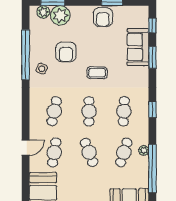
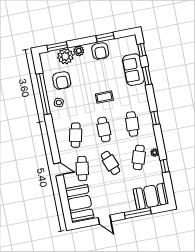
plant: (43, 12) -> (79, 51), moved
armchair: (66, 52) -> (62, 80), moved
door: (26, 148) -> (58, 169), hinge flipped
window: (152, 169) -> (165, 166), width x0.32

